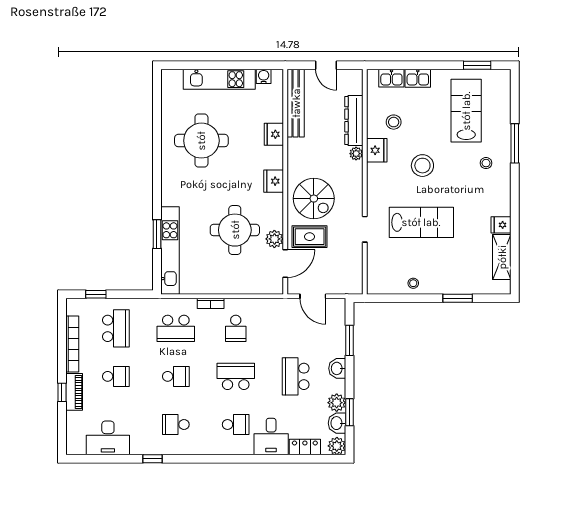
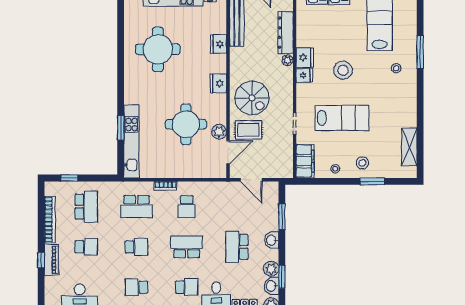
stool: (394, 122) -> (362, 163), moved
fridge: (501, 225) -> (304, 75), moved, turned 180
filing cabinet: (377, 274) -> (305, 161), added

